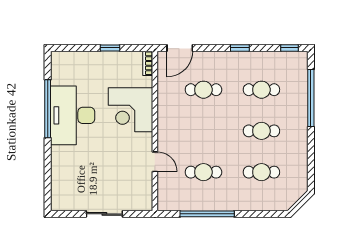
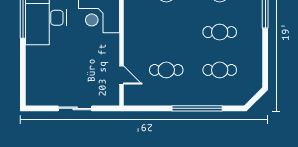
door: (155, 162) -> (122, 75), moved
window: (207, 214) -> (197, 108), moved

